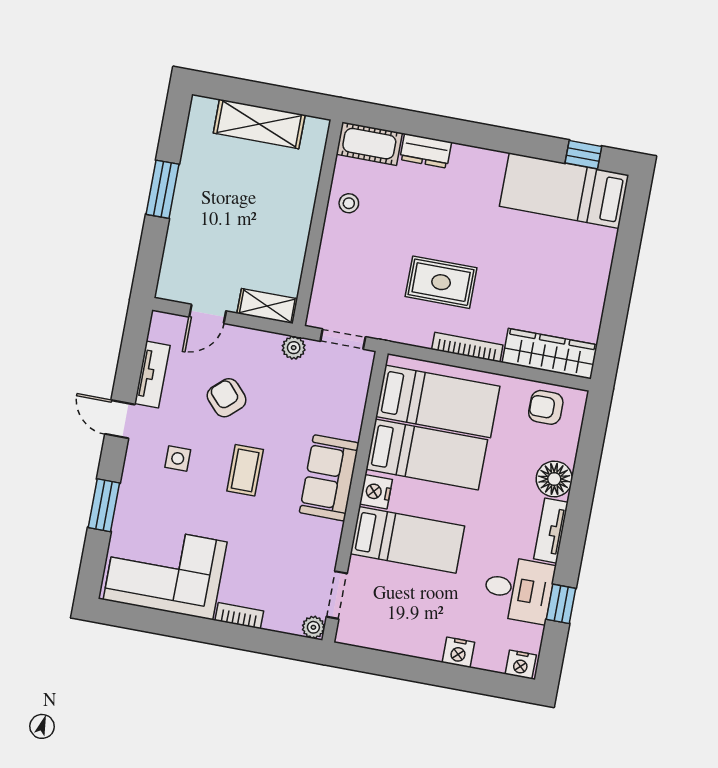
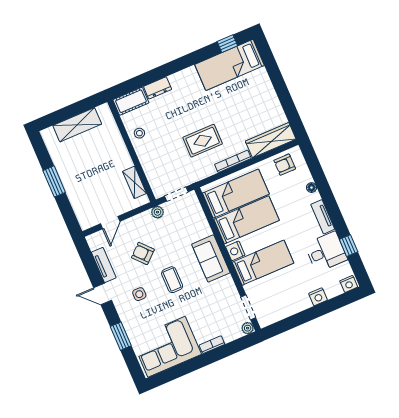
shelving: (267, 306) -> (135, 182), moved, turned 90
floor lamp: (554, 479) -> (311, 188), width x0.53, depth x0.53

